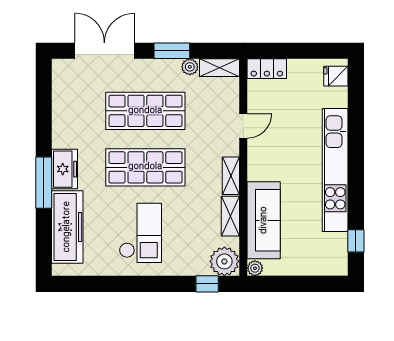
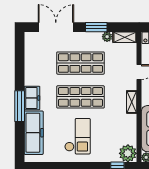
shelving: (230, 216) -> (131, 126), removed

